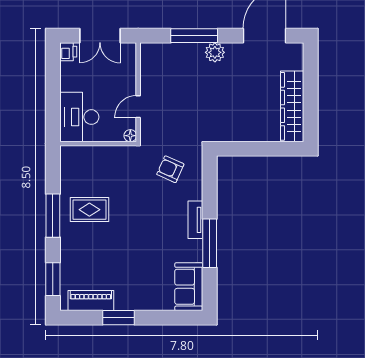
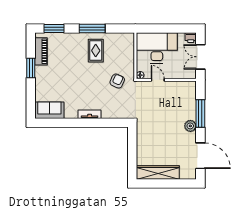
desk: (79, 117) -> (157, 48), width x1.36, depth x1.30
armchair: (170, 169) -> (117, 81), moved
window: (210, 243) -> (75, 123), removed

